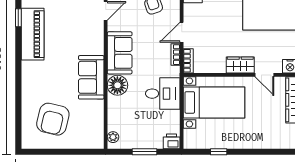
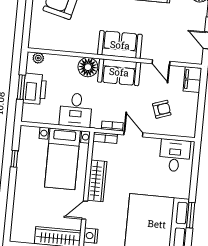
wardrobe: (240, 65) -> (97, 181), width x1.50
sofa: (91, 77) -> (120, 45), moved
printer: (172, 141) -> (35, 89), moved, width x1.87, depth x1.48

